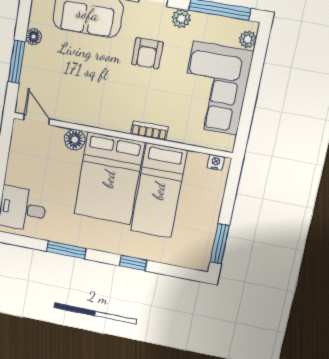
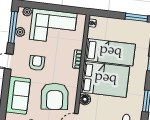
plant: (181, 19) -> (20, 32), moved
armchair: (147, 53) -> (37, 63), turned -90
armchair: (83, 84) -> (55, 96), added

